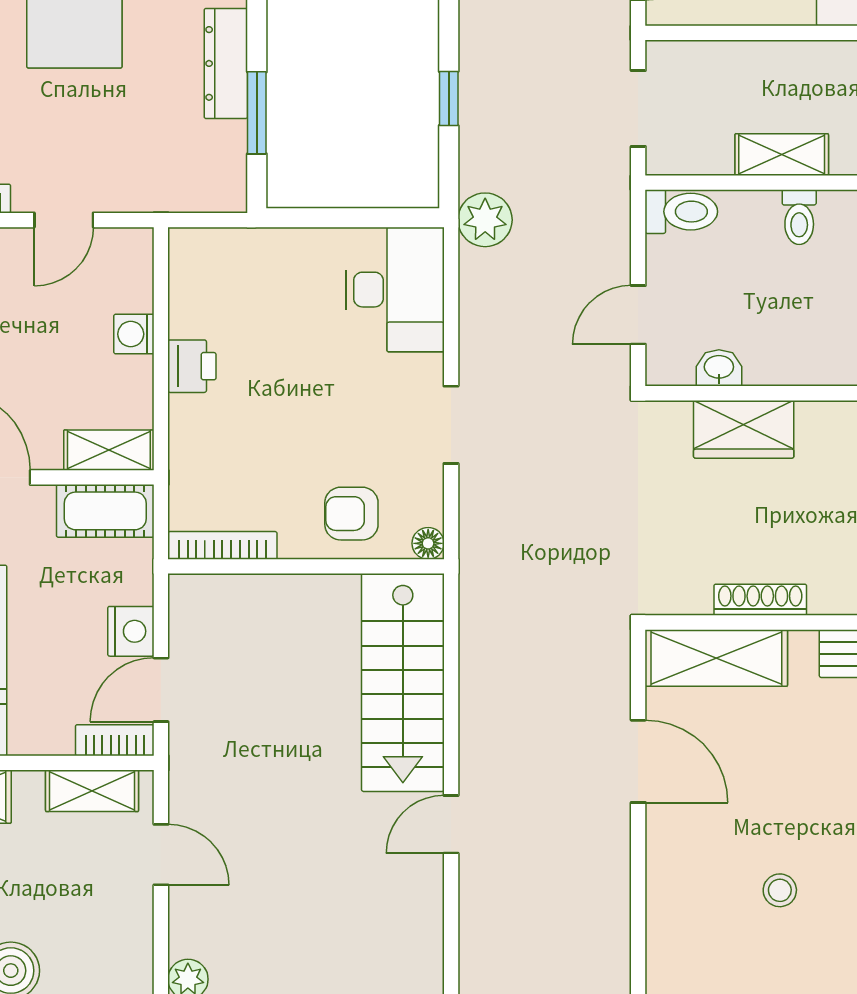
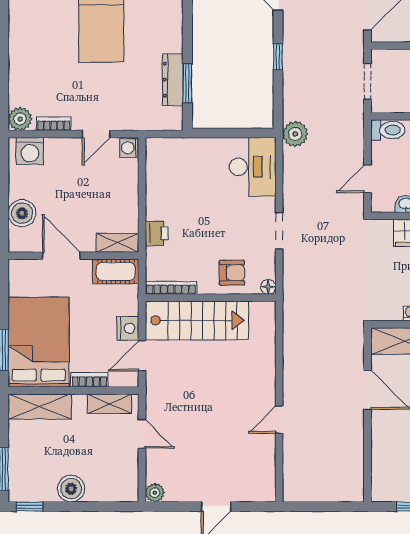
dresser: (226, 63) -> (173, 80), moved
window: (449, 99) -> (278, 57), moved
washing machine: (134, 334) -> (129, 148), moved
printer: (192, 366) -> (157, 233), moved
armchair: (351, 514) -> (232, 273), turned 180
stairs: (403, 682) -> (197, 320), moved, turned -90
bookcase: (115, 740) -> (89, 380), moved

